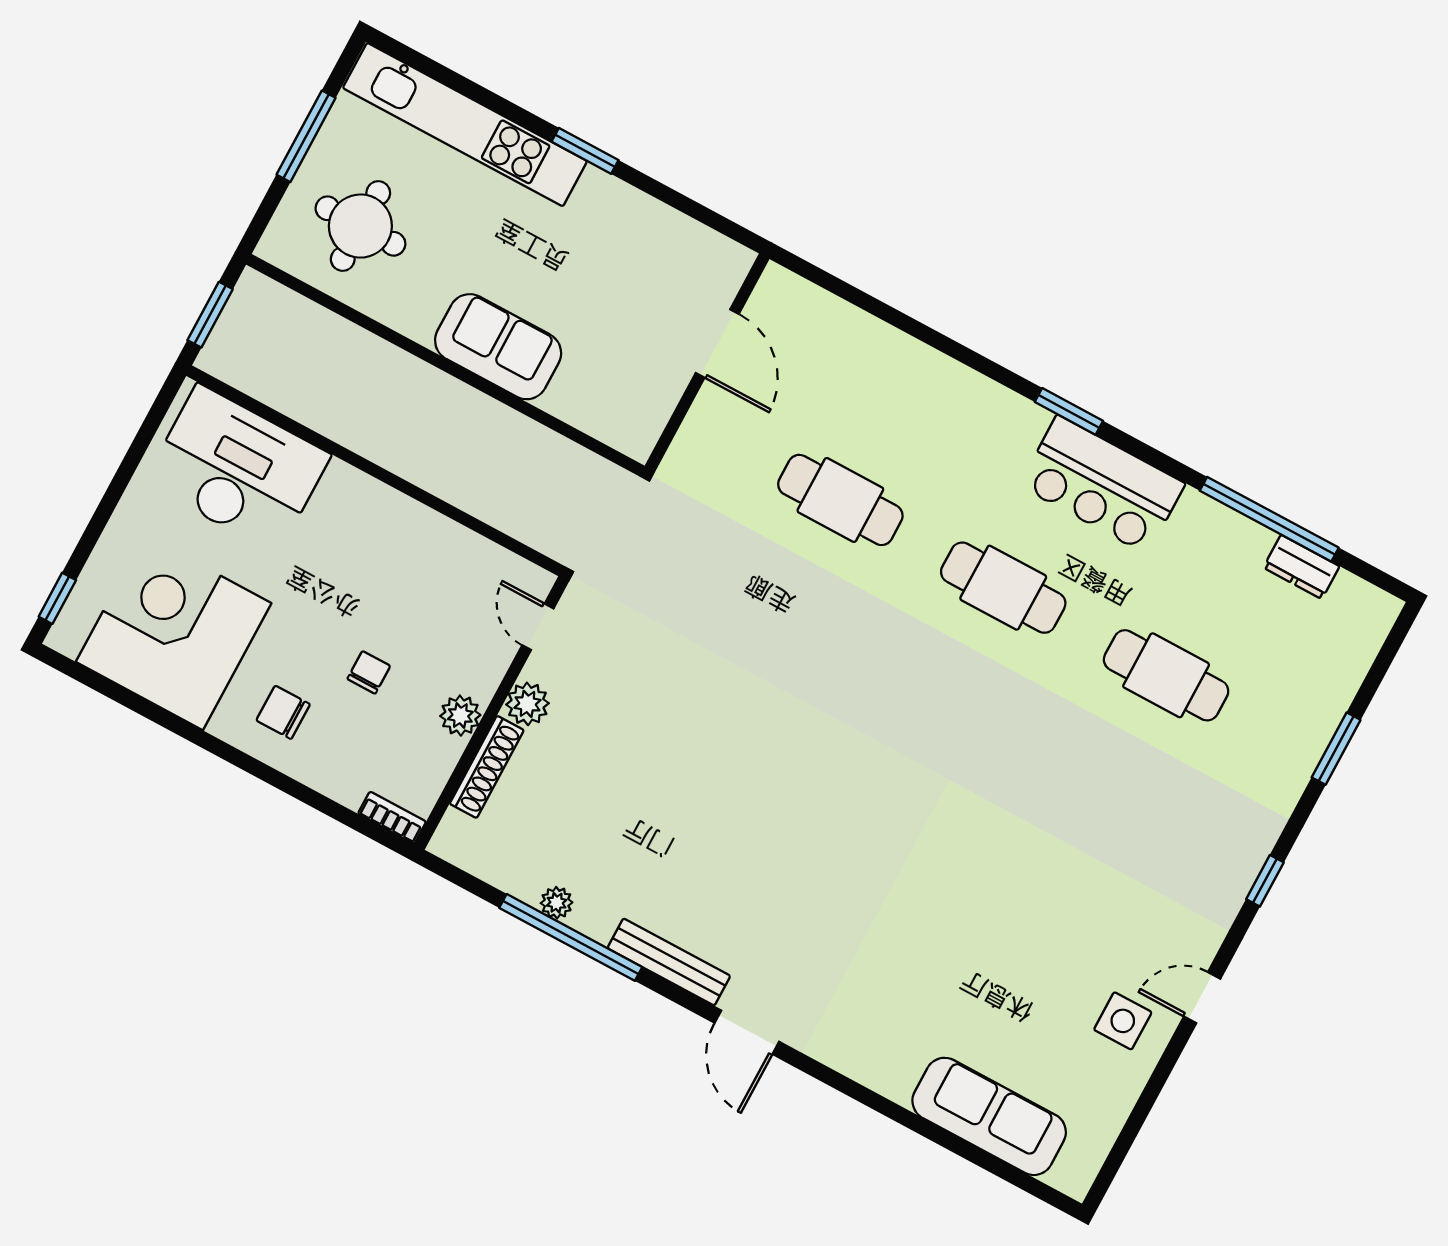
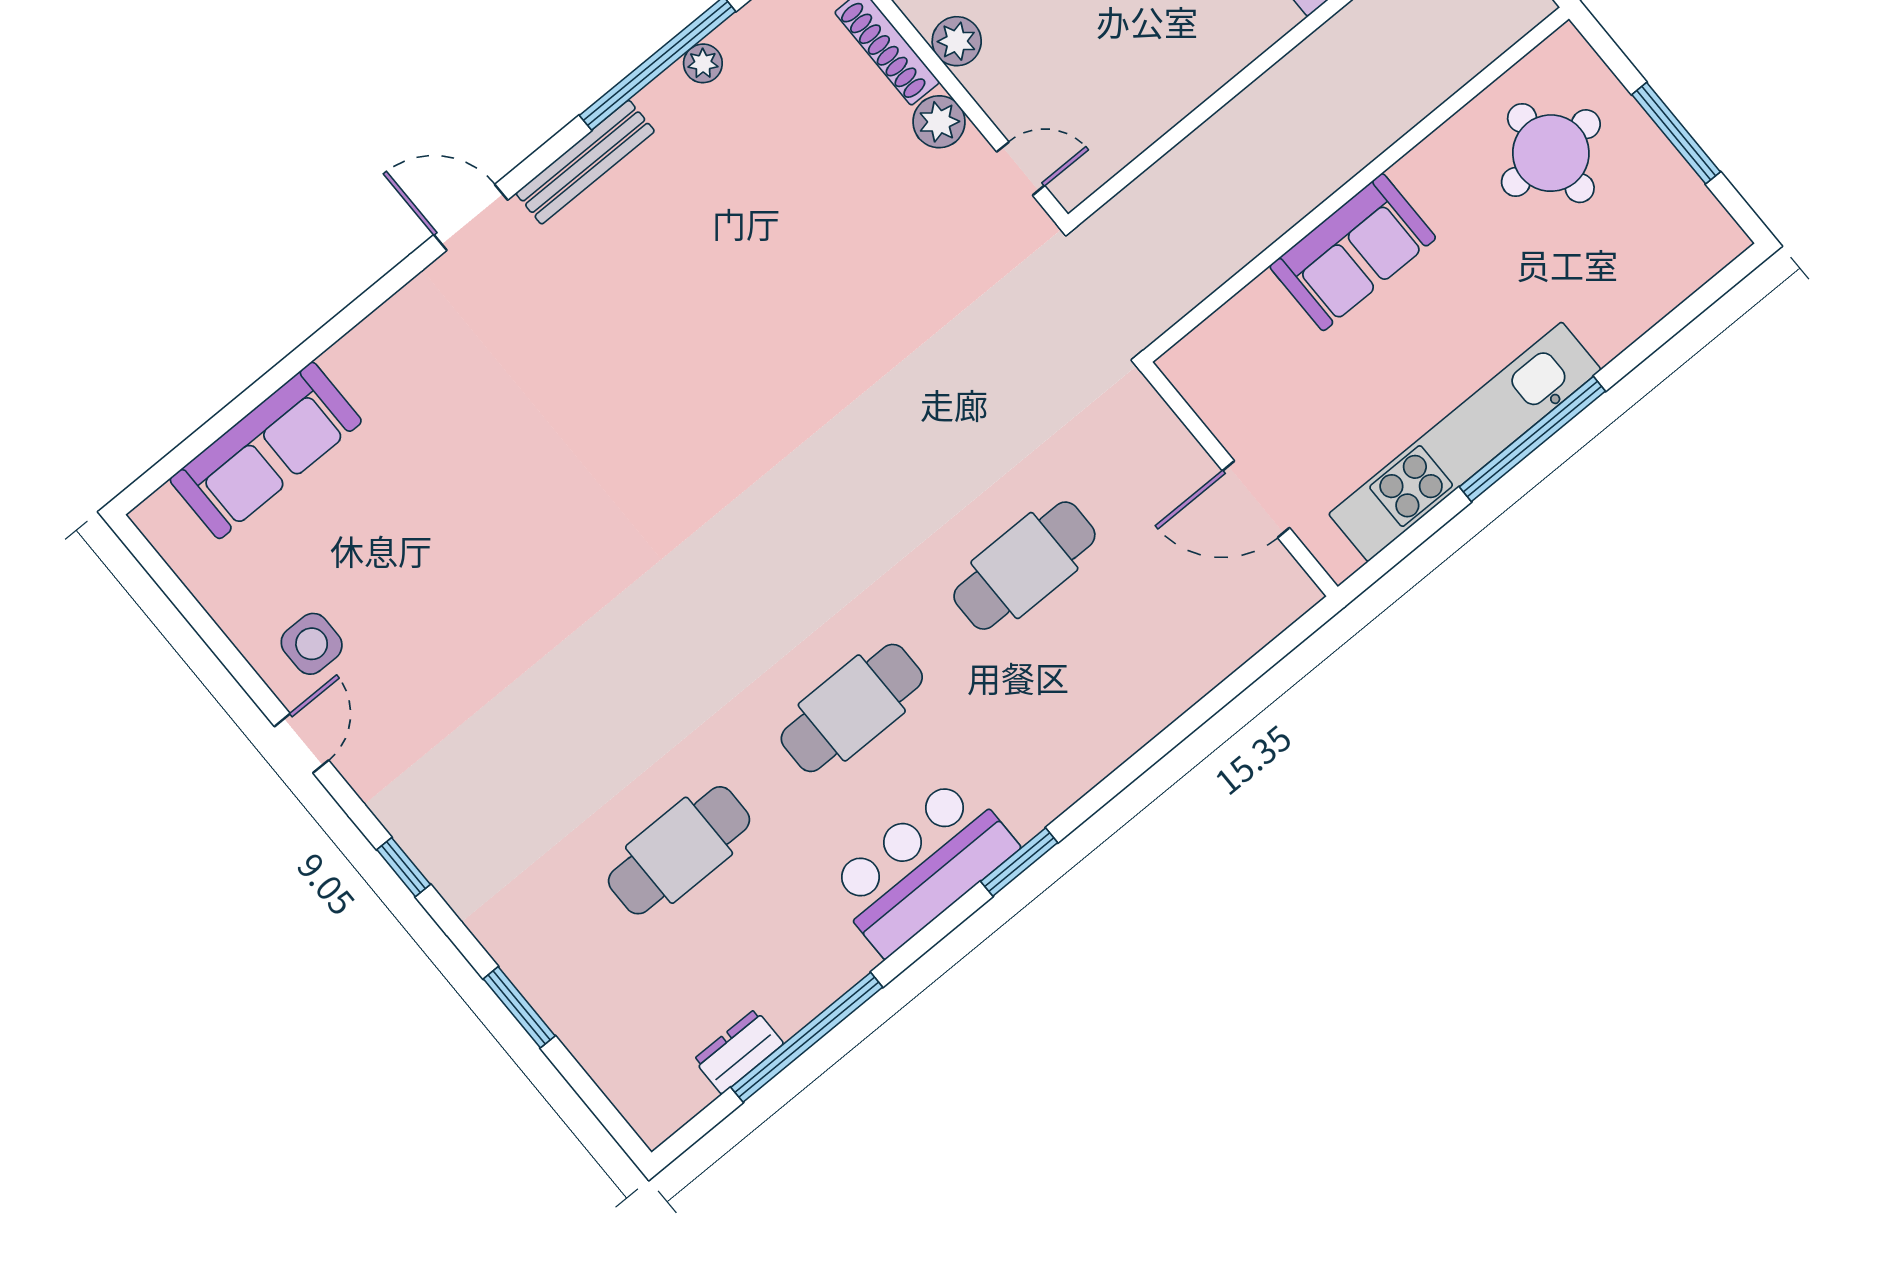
kitchen unit: (465, 125) -> (1465, 442), moved
window: (585, 151) -> (1532, 439), width x2.11

